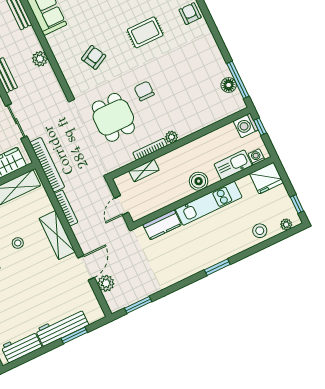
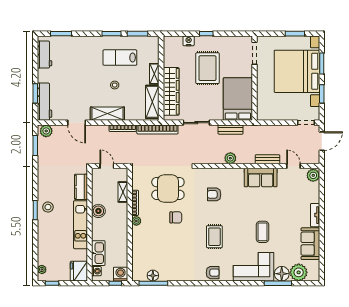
armchair: (94, 57) -> (214, 194), turned 118
boiler: (199, 181) -> (98, 211), moved
stool: (260, 231) -> (48, 207), moved
plant: (106, 283) -> (46, 131), moved
workbench: (62, 327) -> (44, 102), moved

